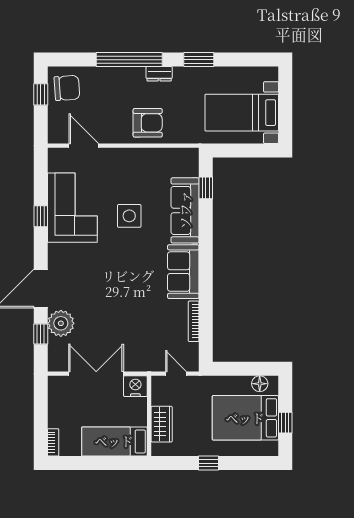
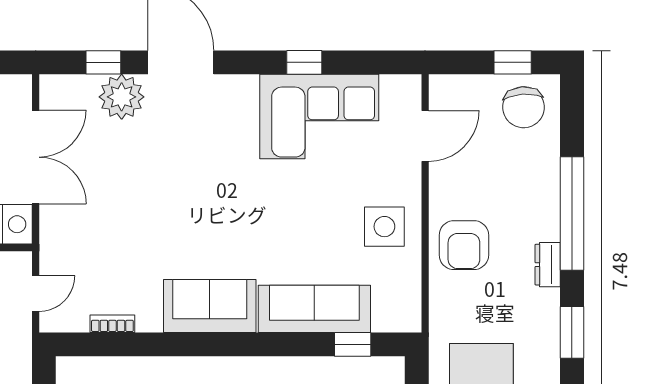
side table: (129, 216) -> (384, 227), moved
bookcase: (194, 321) -> (112, 324), width x0.64

